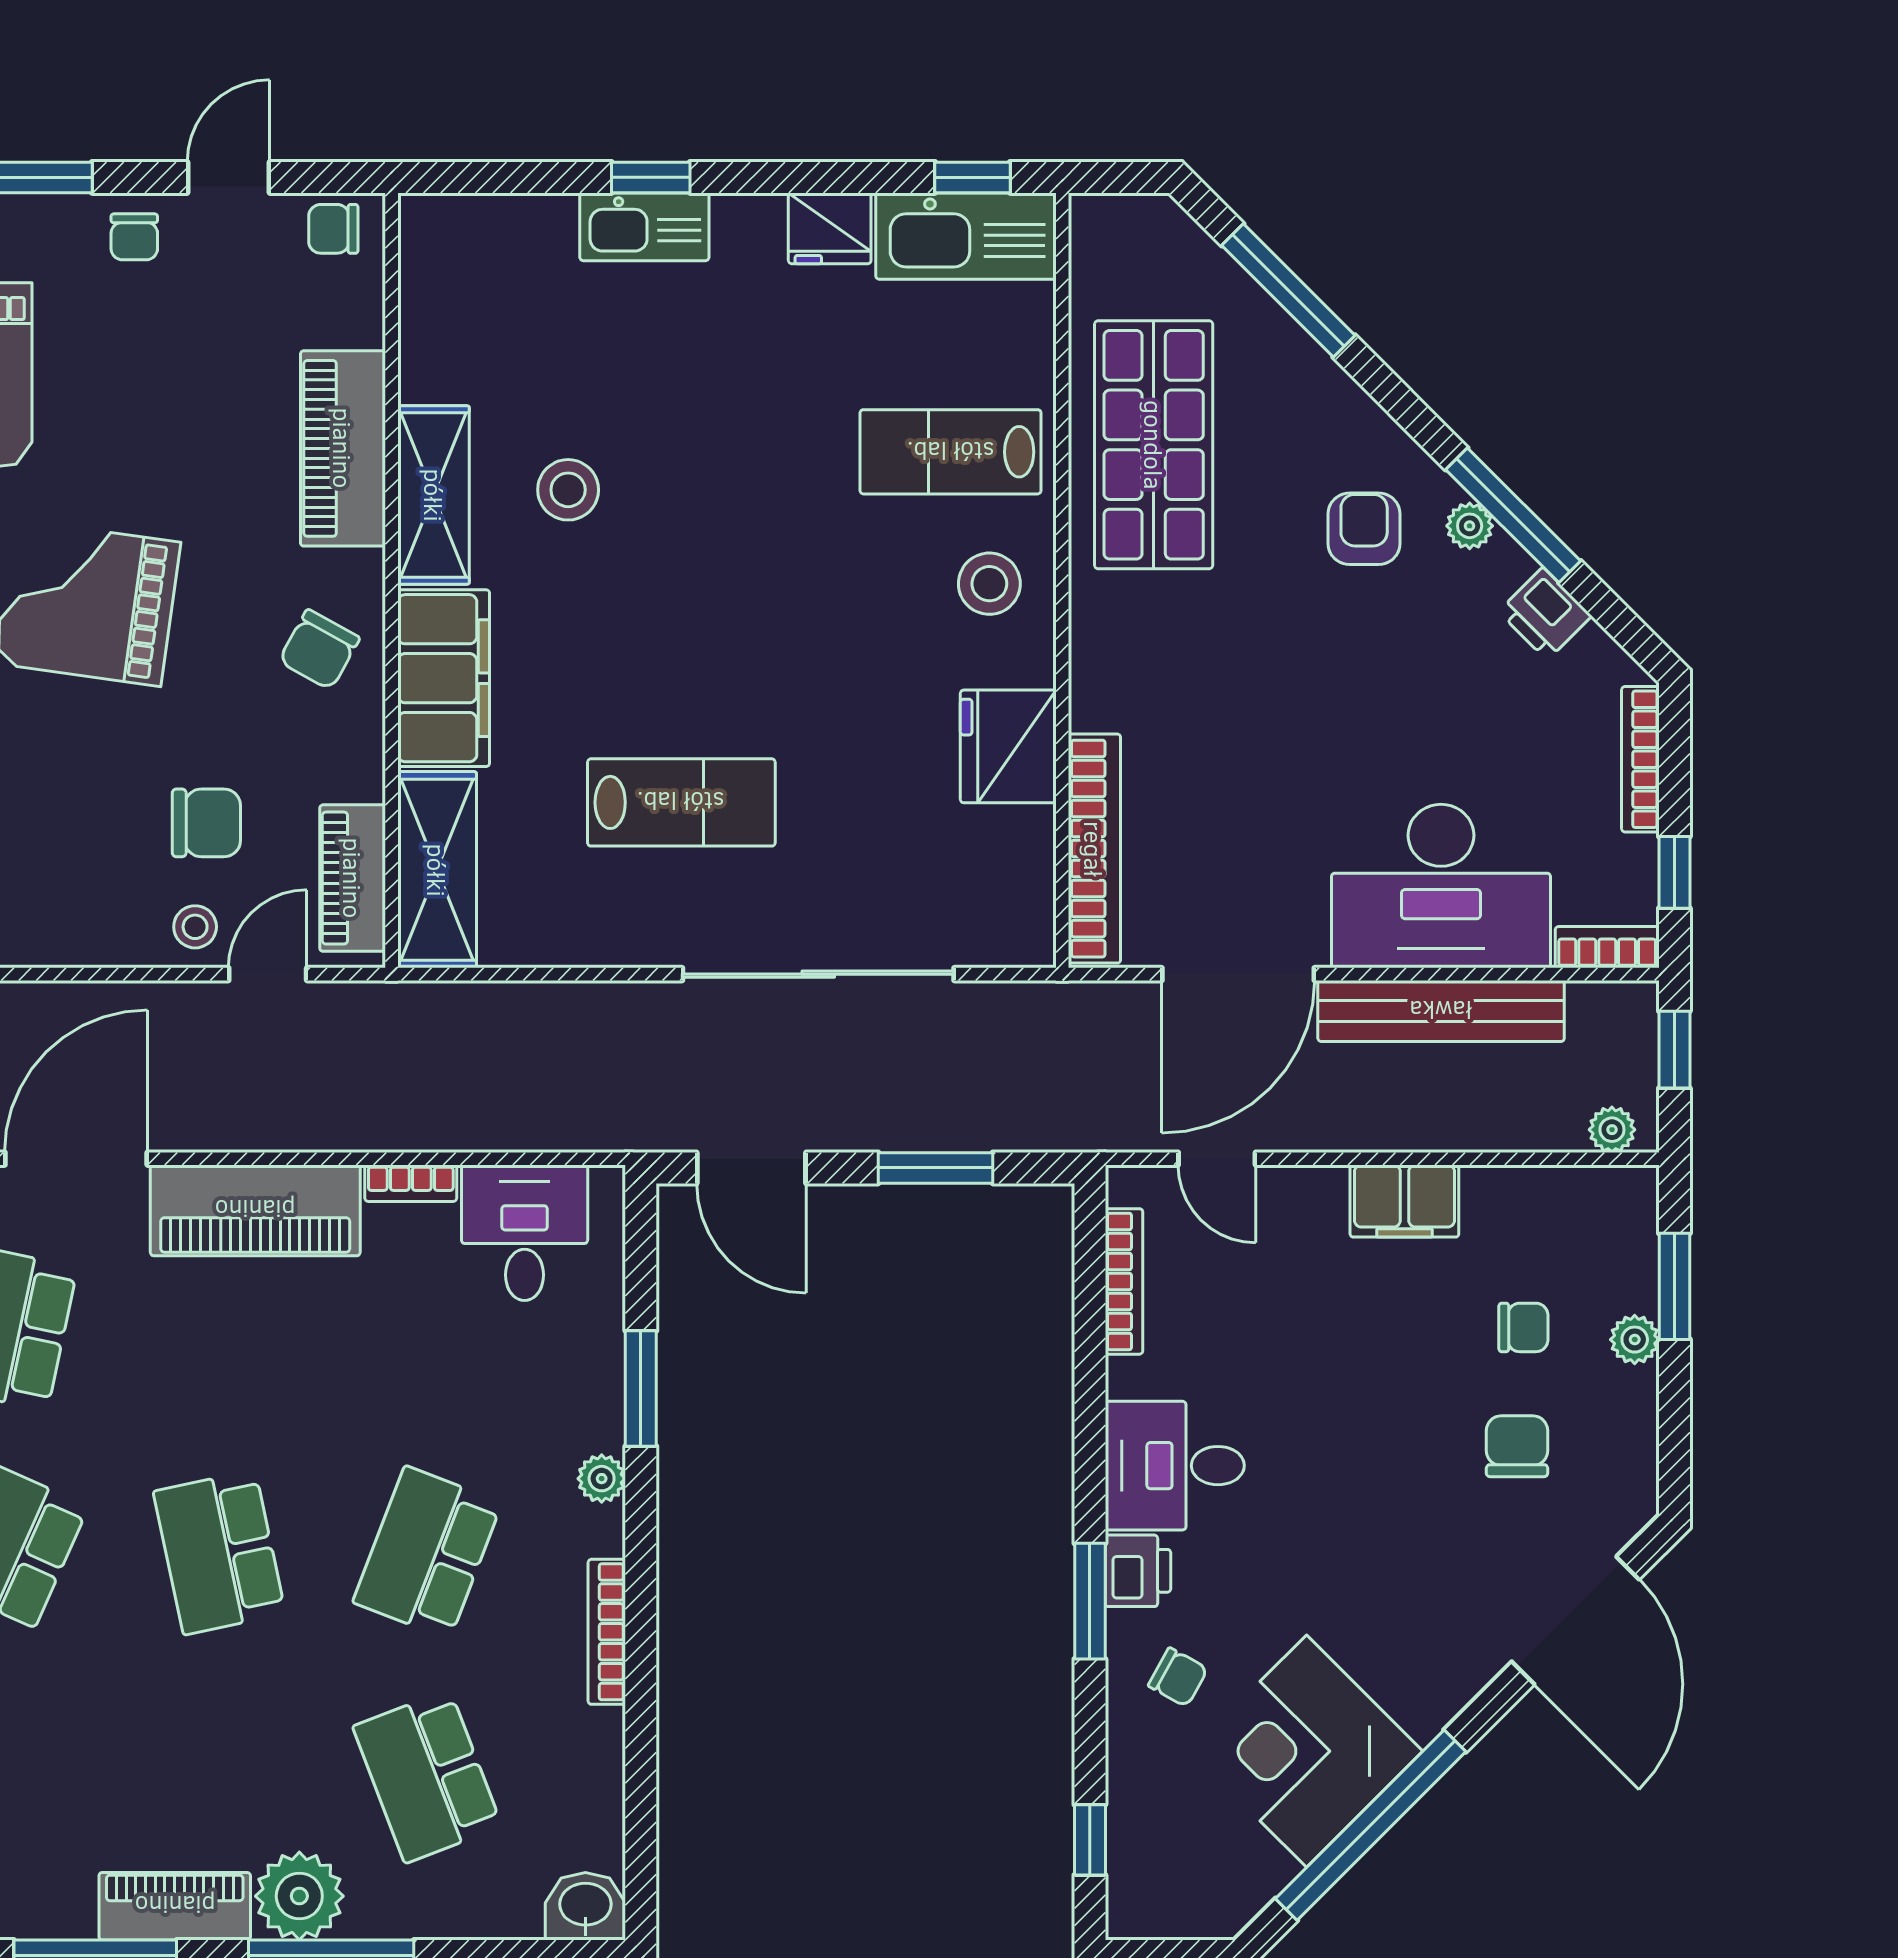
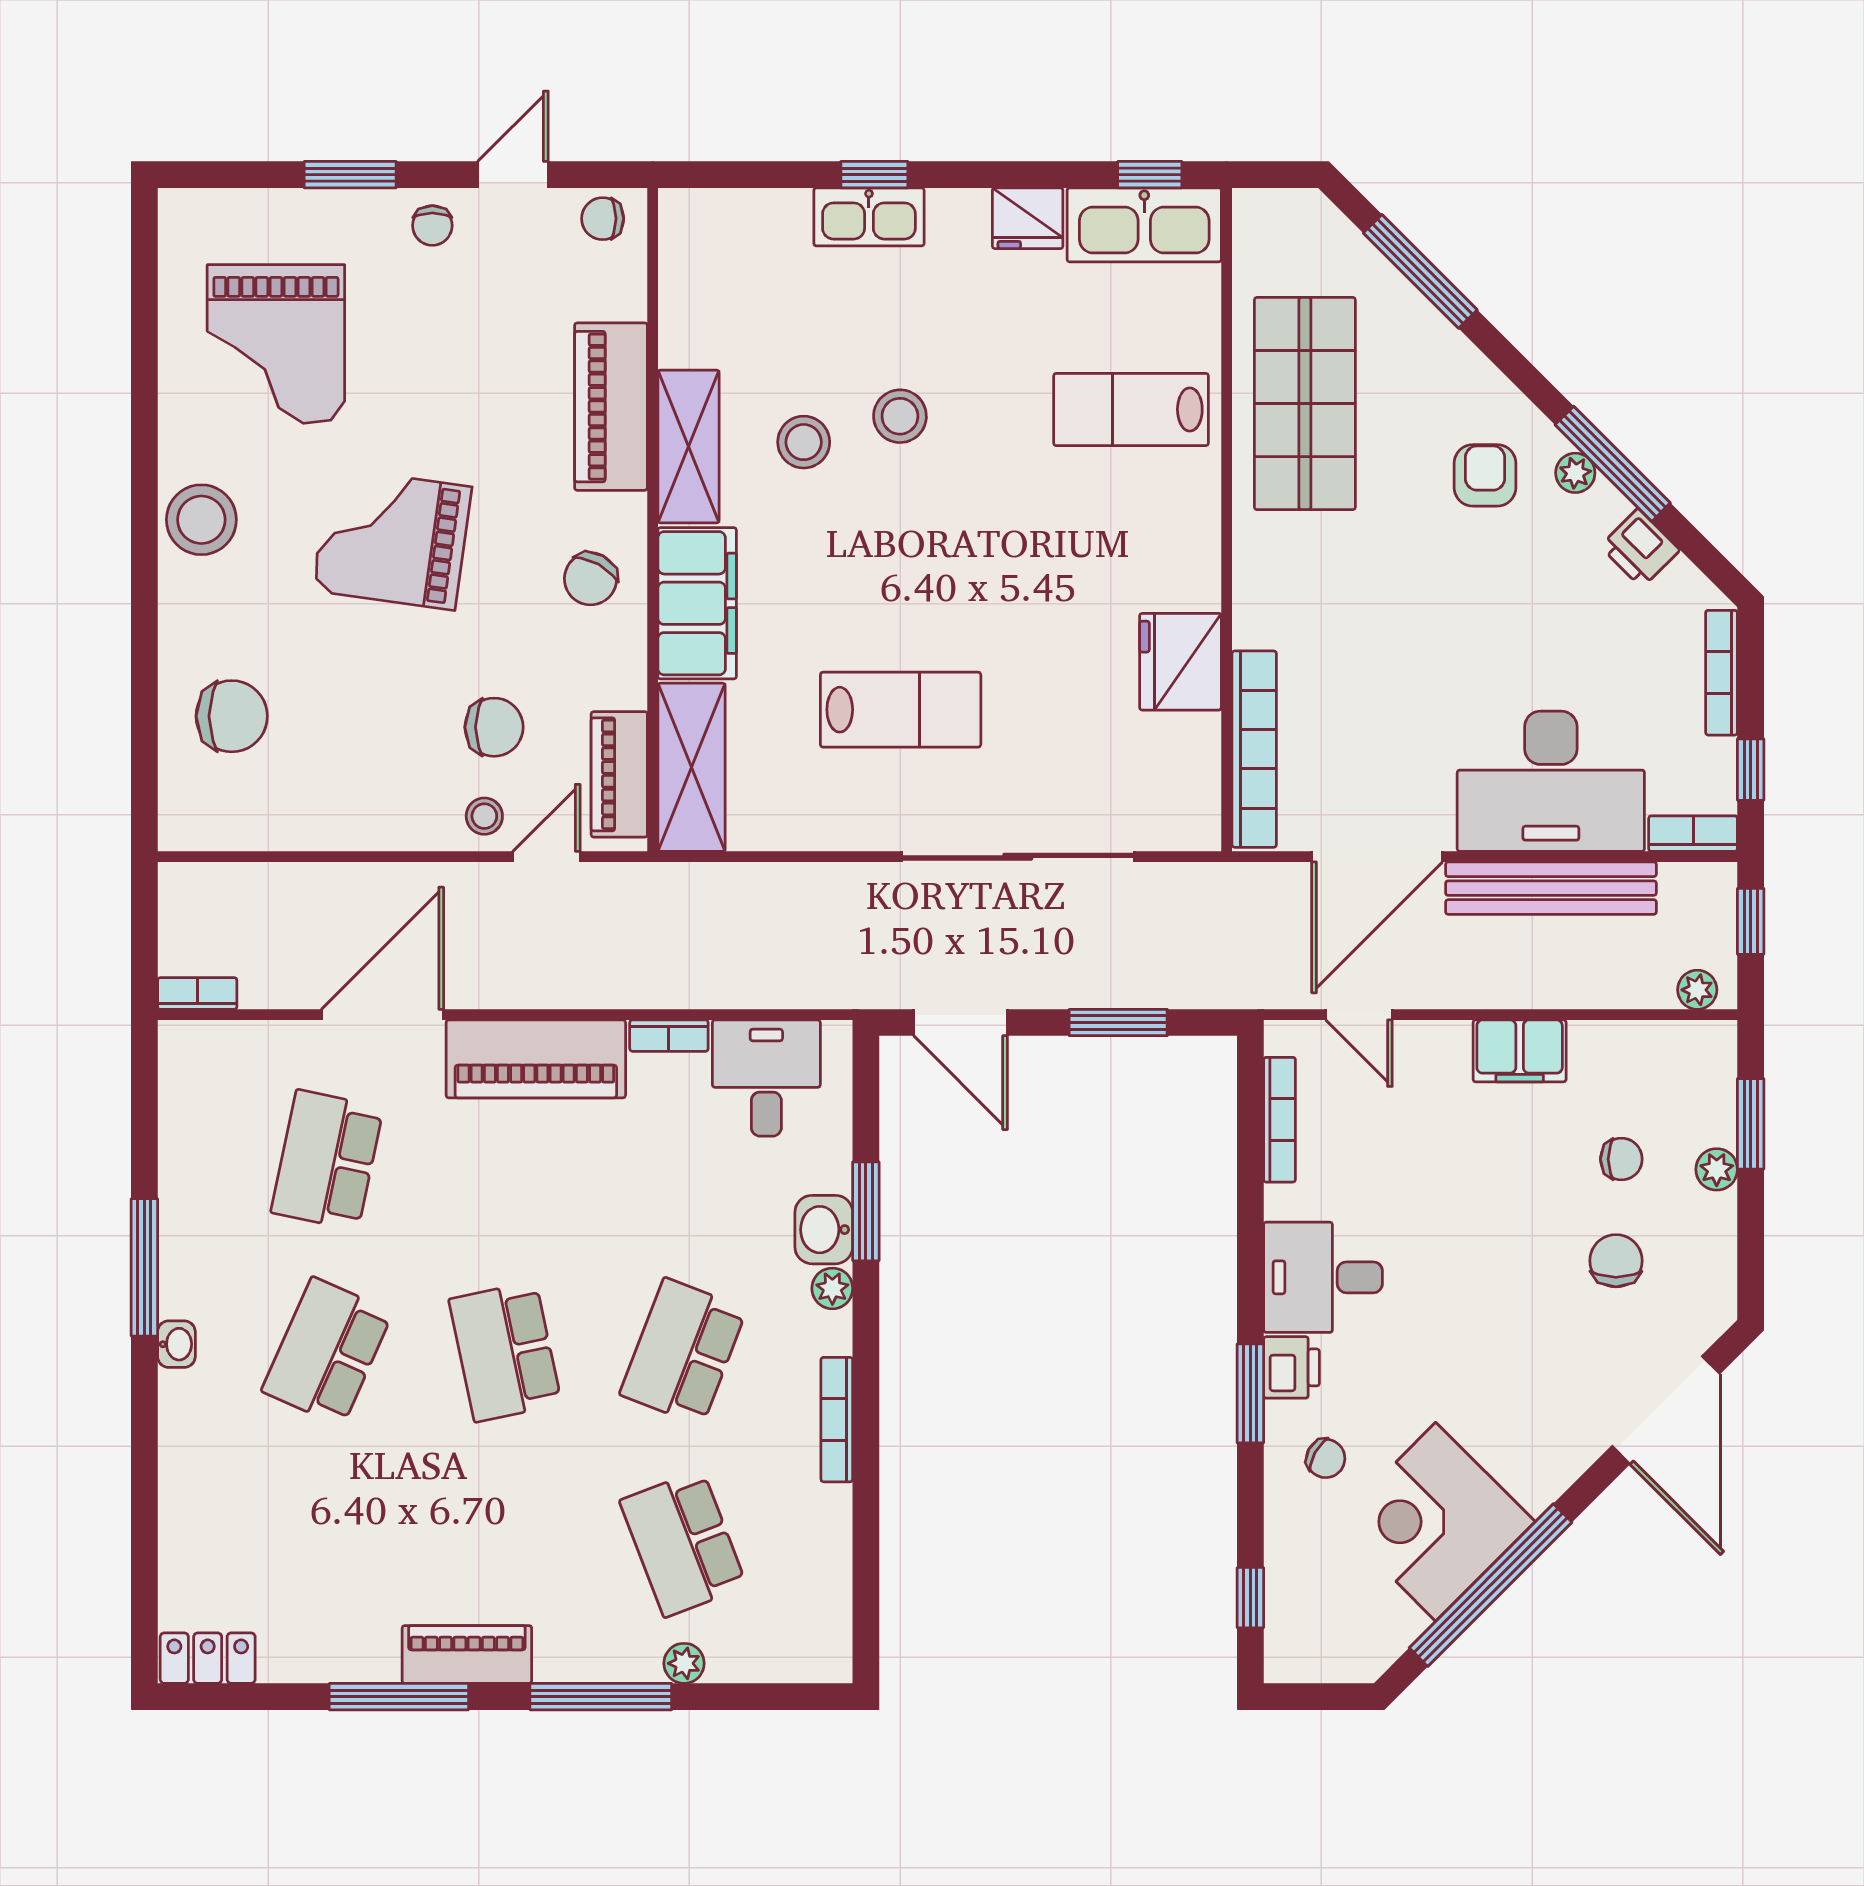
stool: (989, 584) -> (900, 416), moved
plant: (299, 1896) -> (684, 1663), moved, width x0.53, depth x0.53
washbasin: (585, 1906) -> (824, 1230), moved, turned -90

